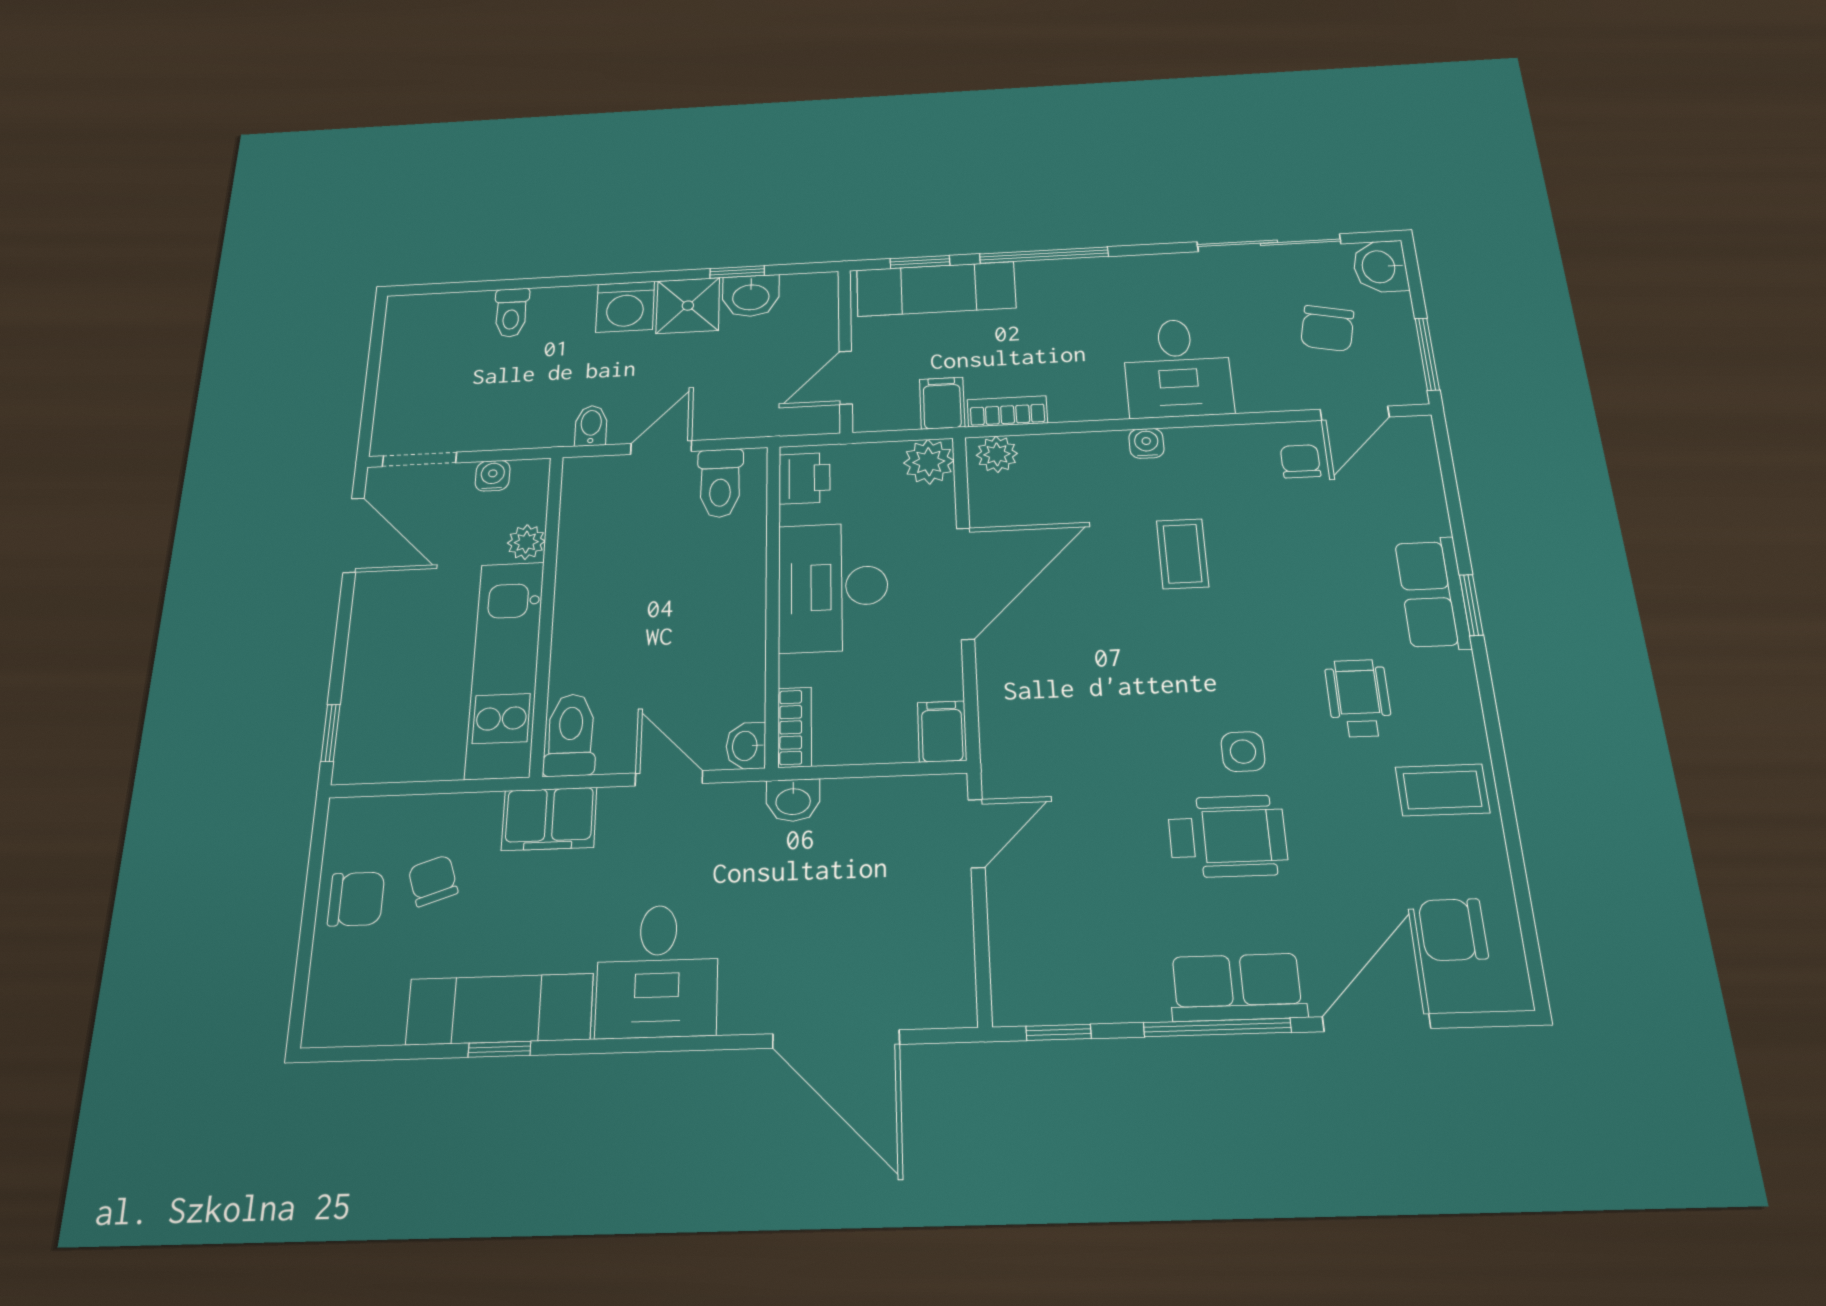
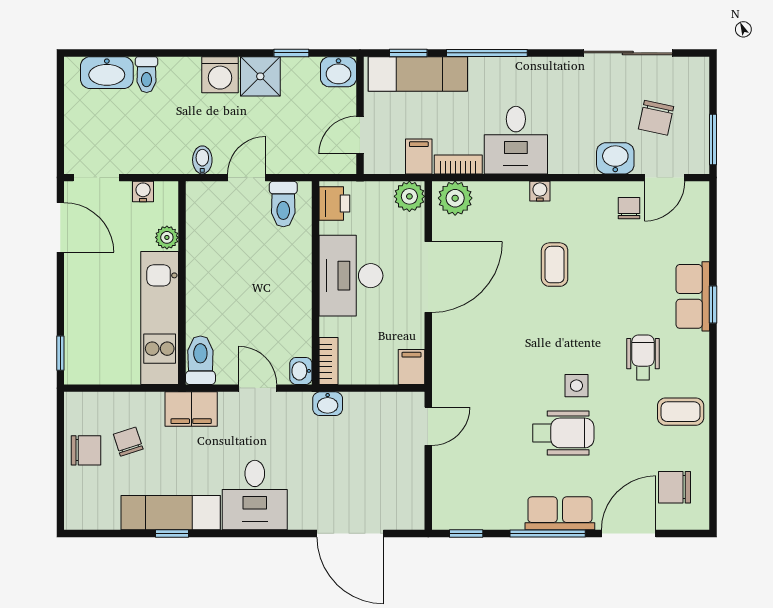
washbasin: (1380, 267) -> (615, 158), moved, turned 90
washbasin: (751, 296) -> (338, 72), moved
washbasin: (450, 313) -> (107, 73), added
desk: (1177, 368) -> (516, 140), moved
plant: (997, 454) -> (455, 198), width x1.38, depth x1.38

